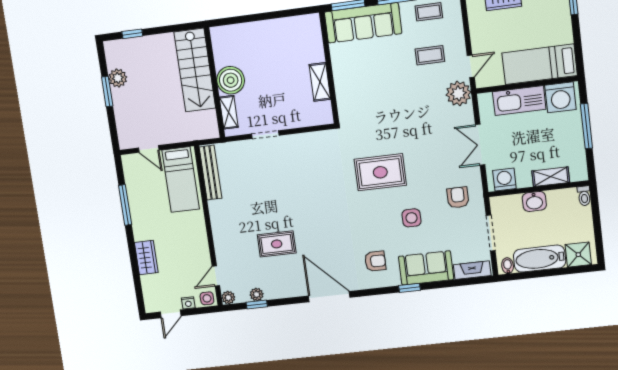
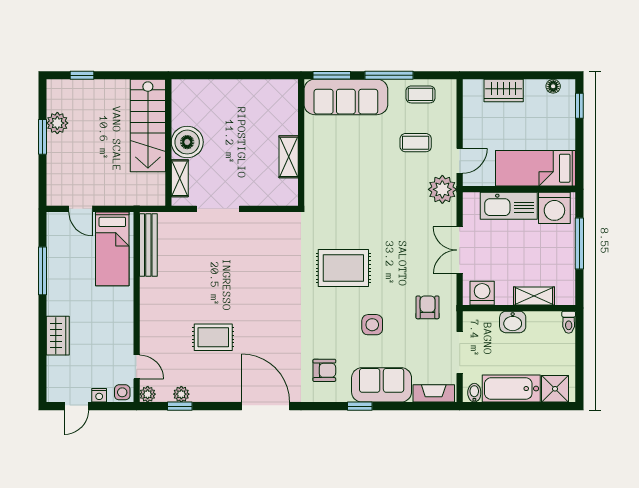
doorway: (265, 135) -> (218, 209), width x1.38
door: (216, 276) -> (137, 367), swing flipped

